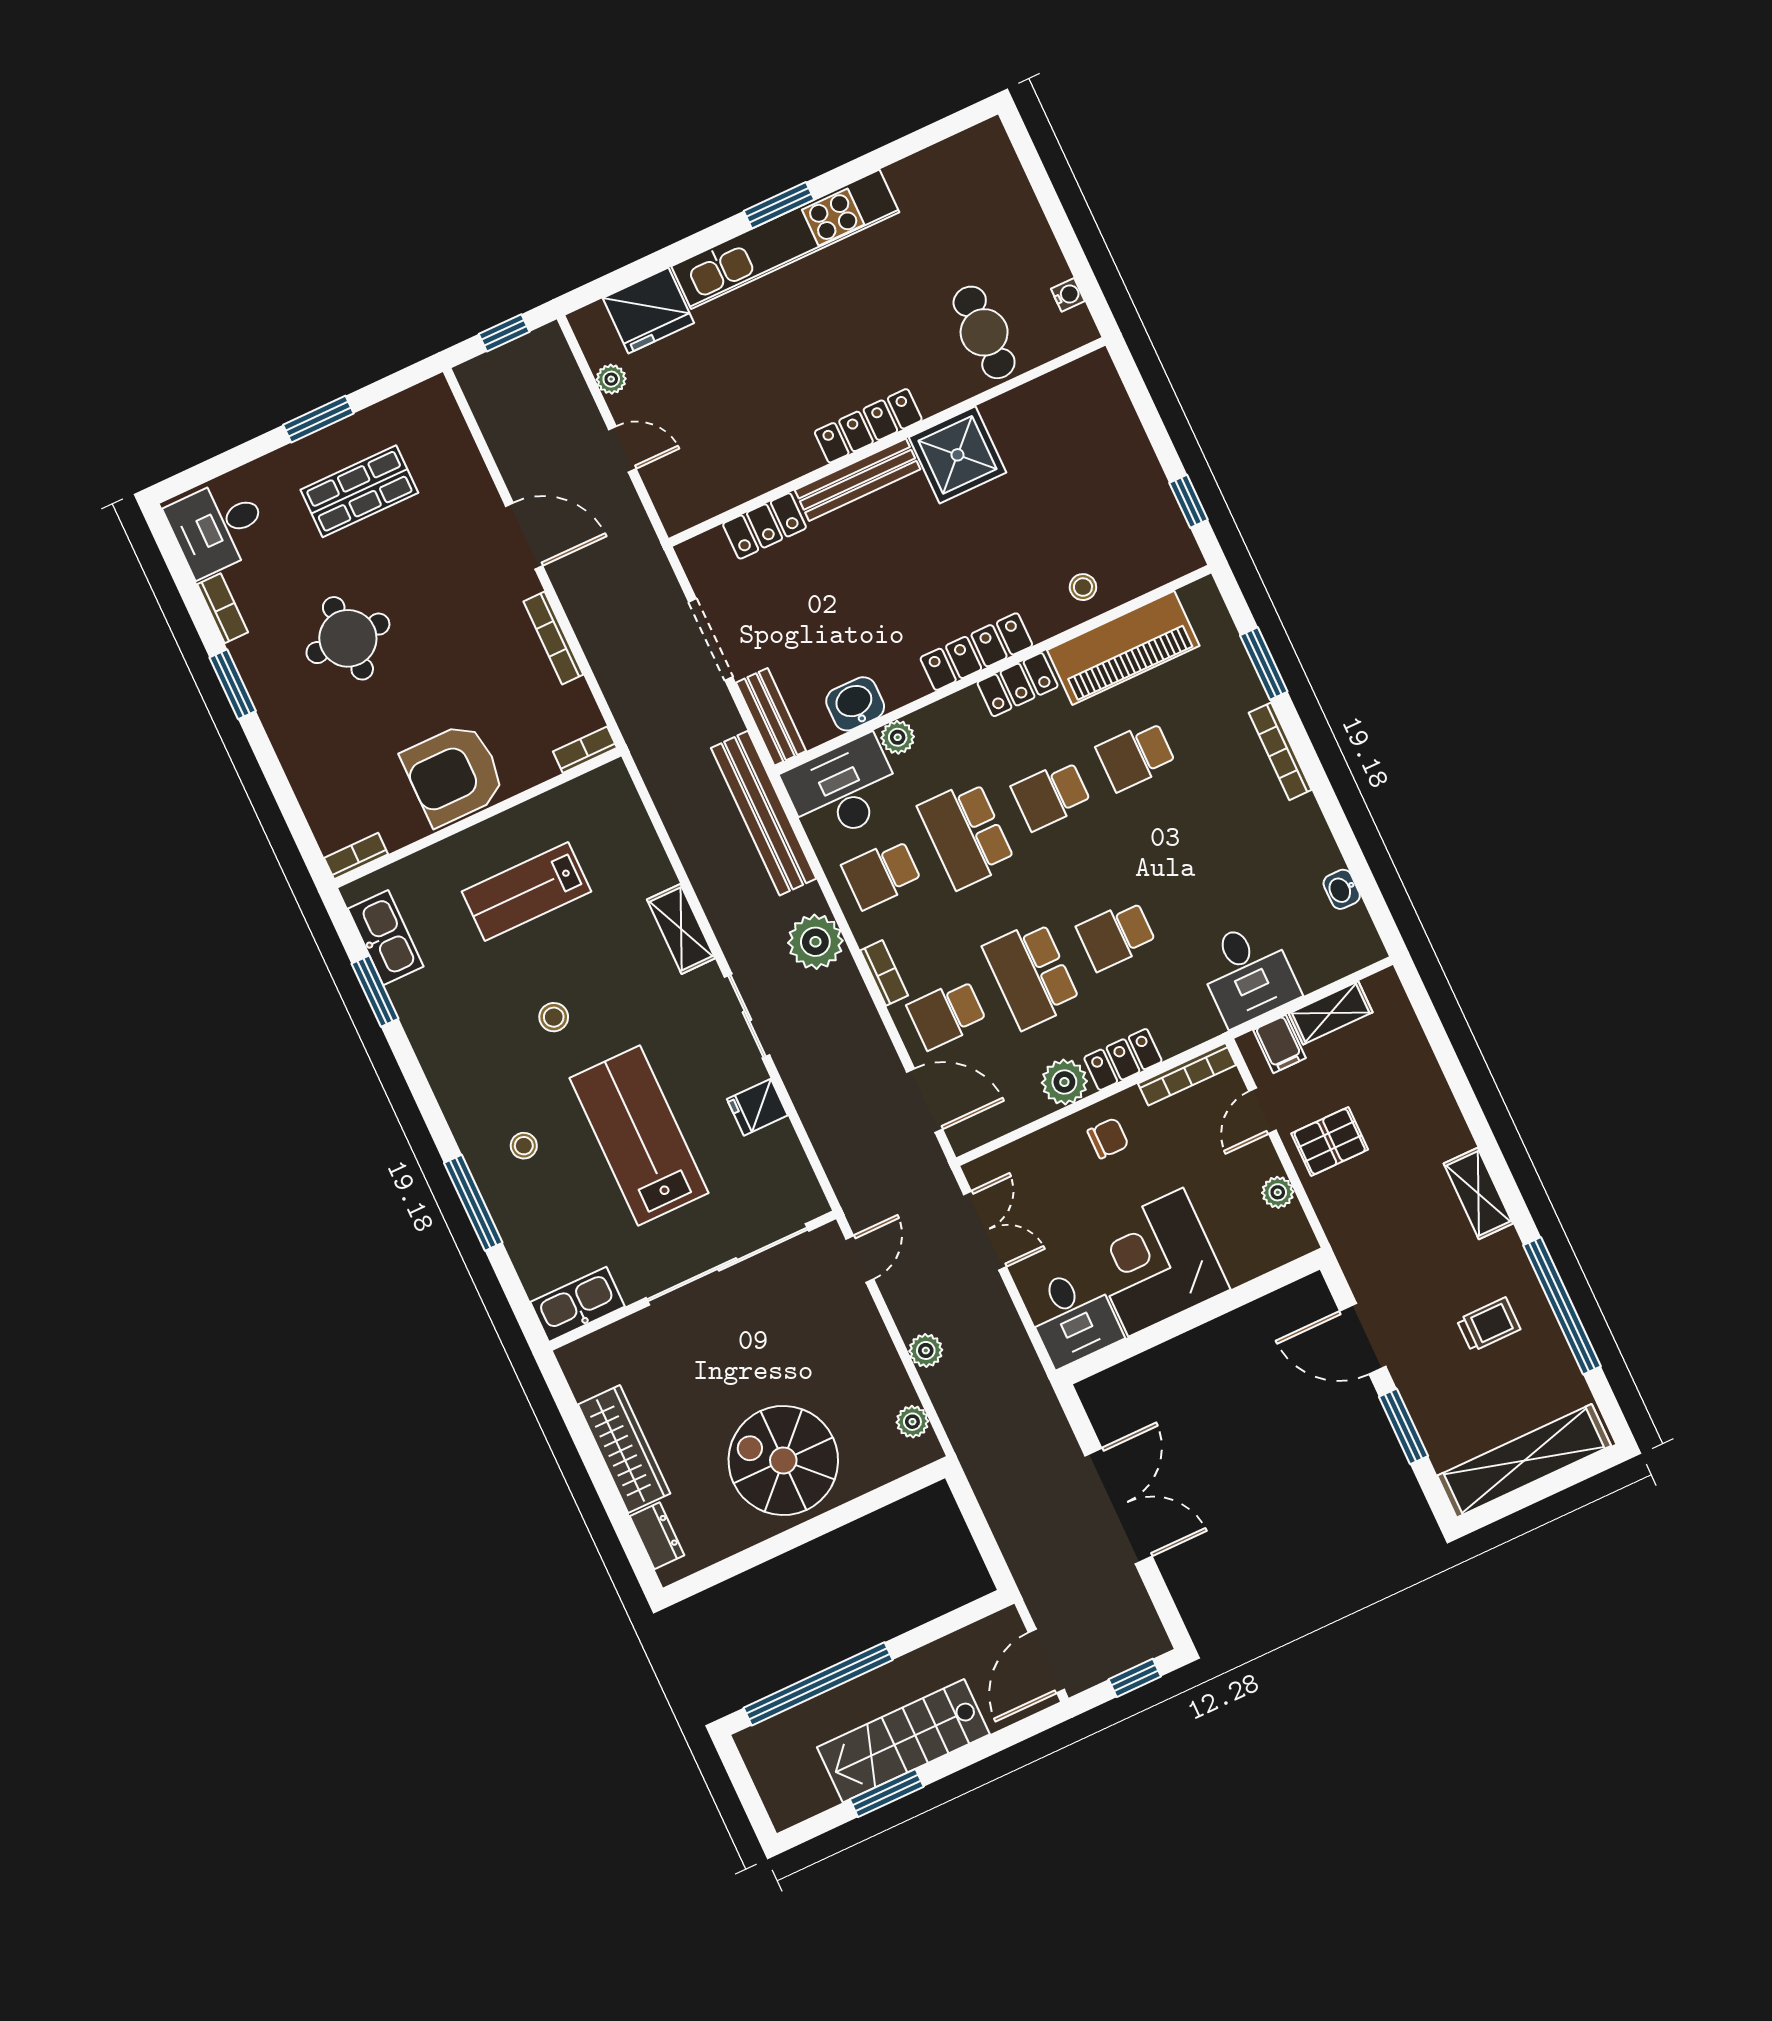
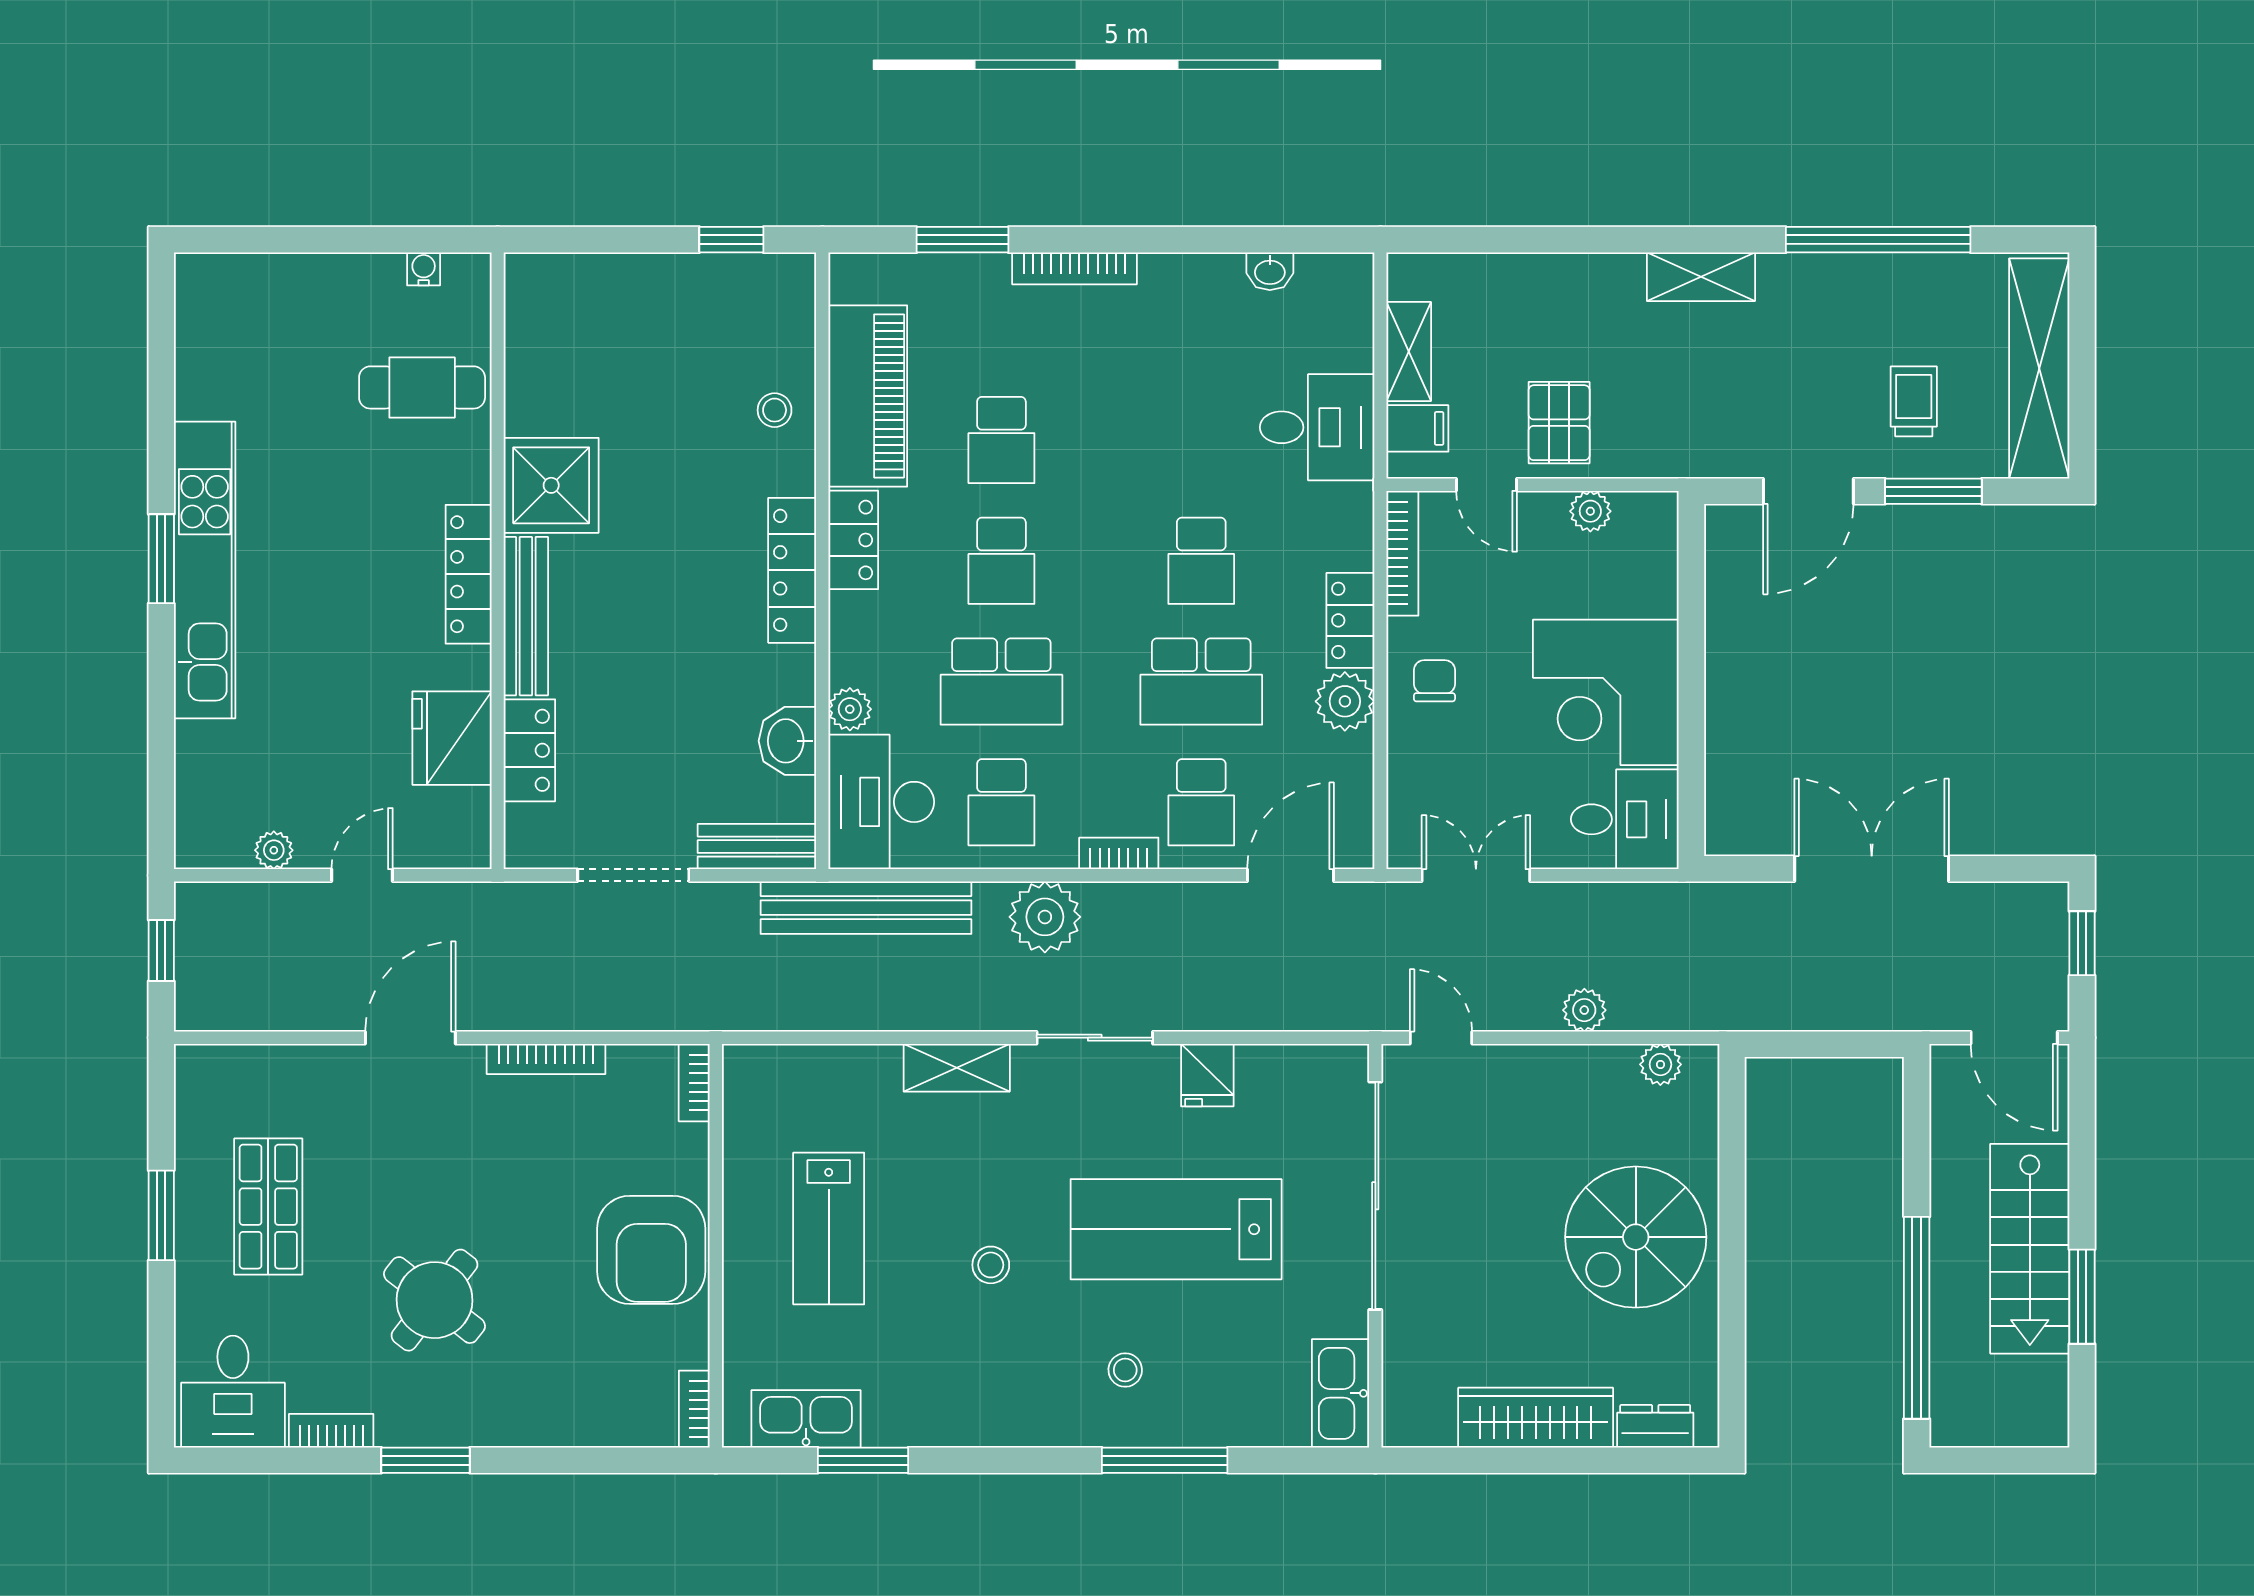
fridge: (648, 310) -> (452, 738), moved, turned 180
round table: (348, 638) -> (434, 1300), turned 38
trolley: (1489, 1325) -> (1914, 401), moved

